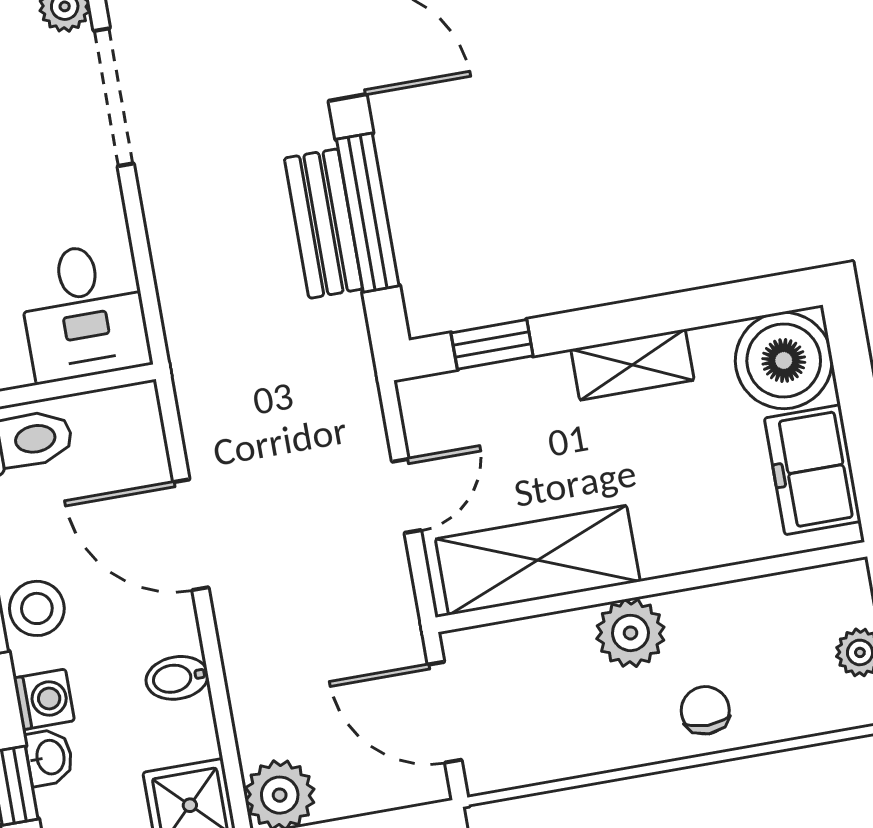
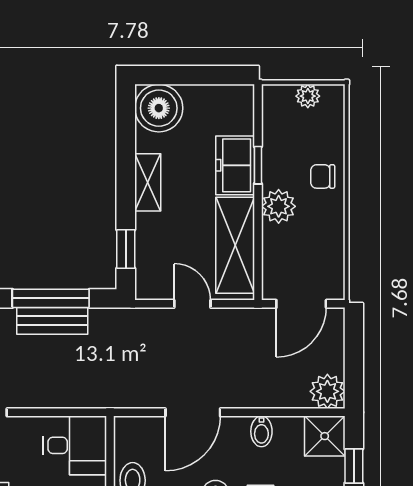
freezer: (813, 470) -> (235, 165), moved, turned 90
window: (705, 578) -> (258, 165), added

